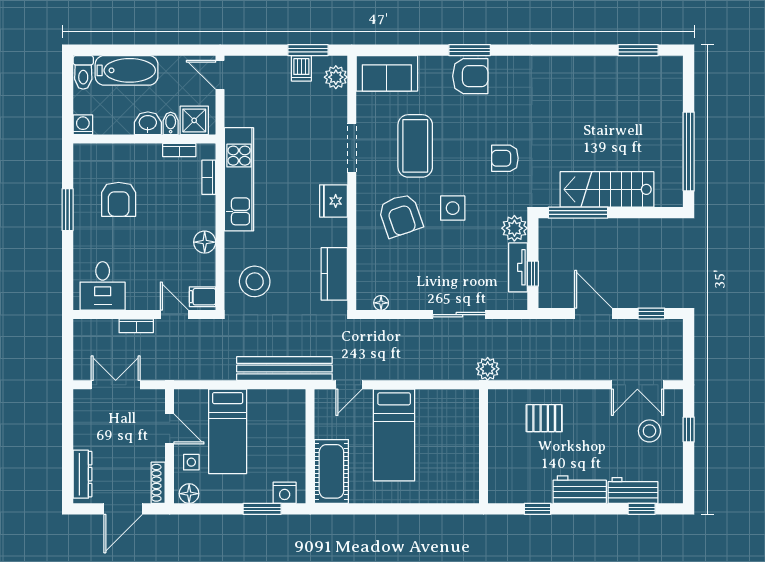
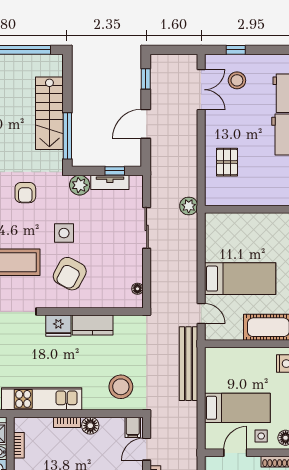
bookcase: (209, 177) -> (67, 422), moved
armchair: (400, 216) -> (70, 274), turned 137
kitchen counter: (334, 274) -> (93, 325), moved

